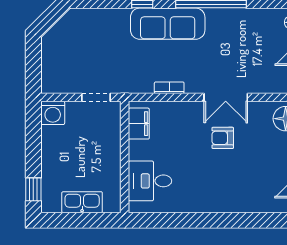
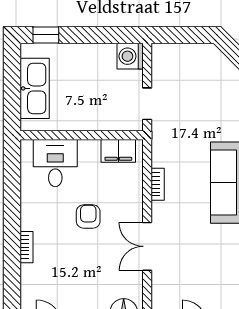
armchair: (223, 138) -> (88, 216), moved
kitchen sink: (82, 202) -> (35, 88), width x1.36, depth x1.24
bookcase: (226, 207) -> (27, 247), added

